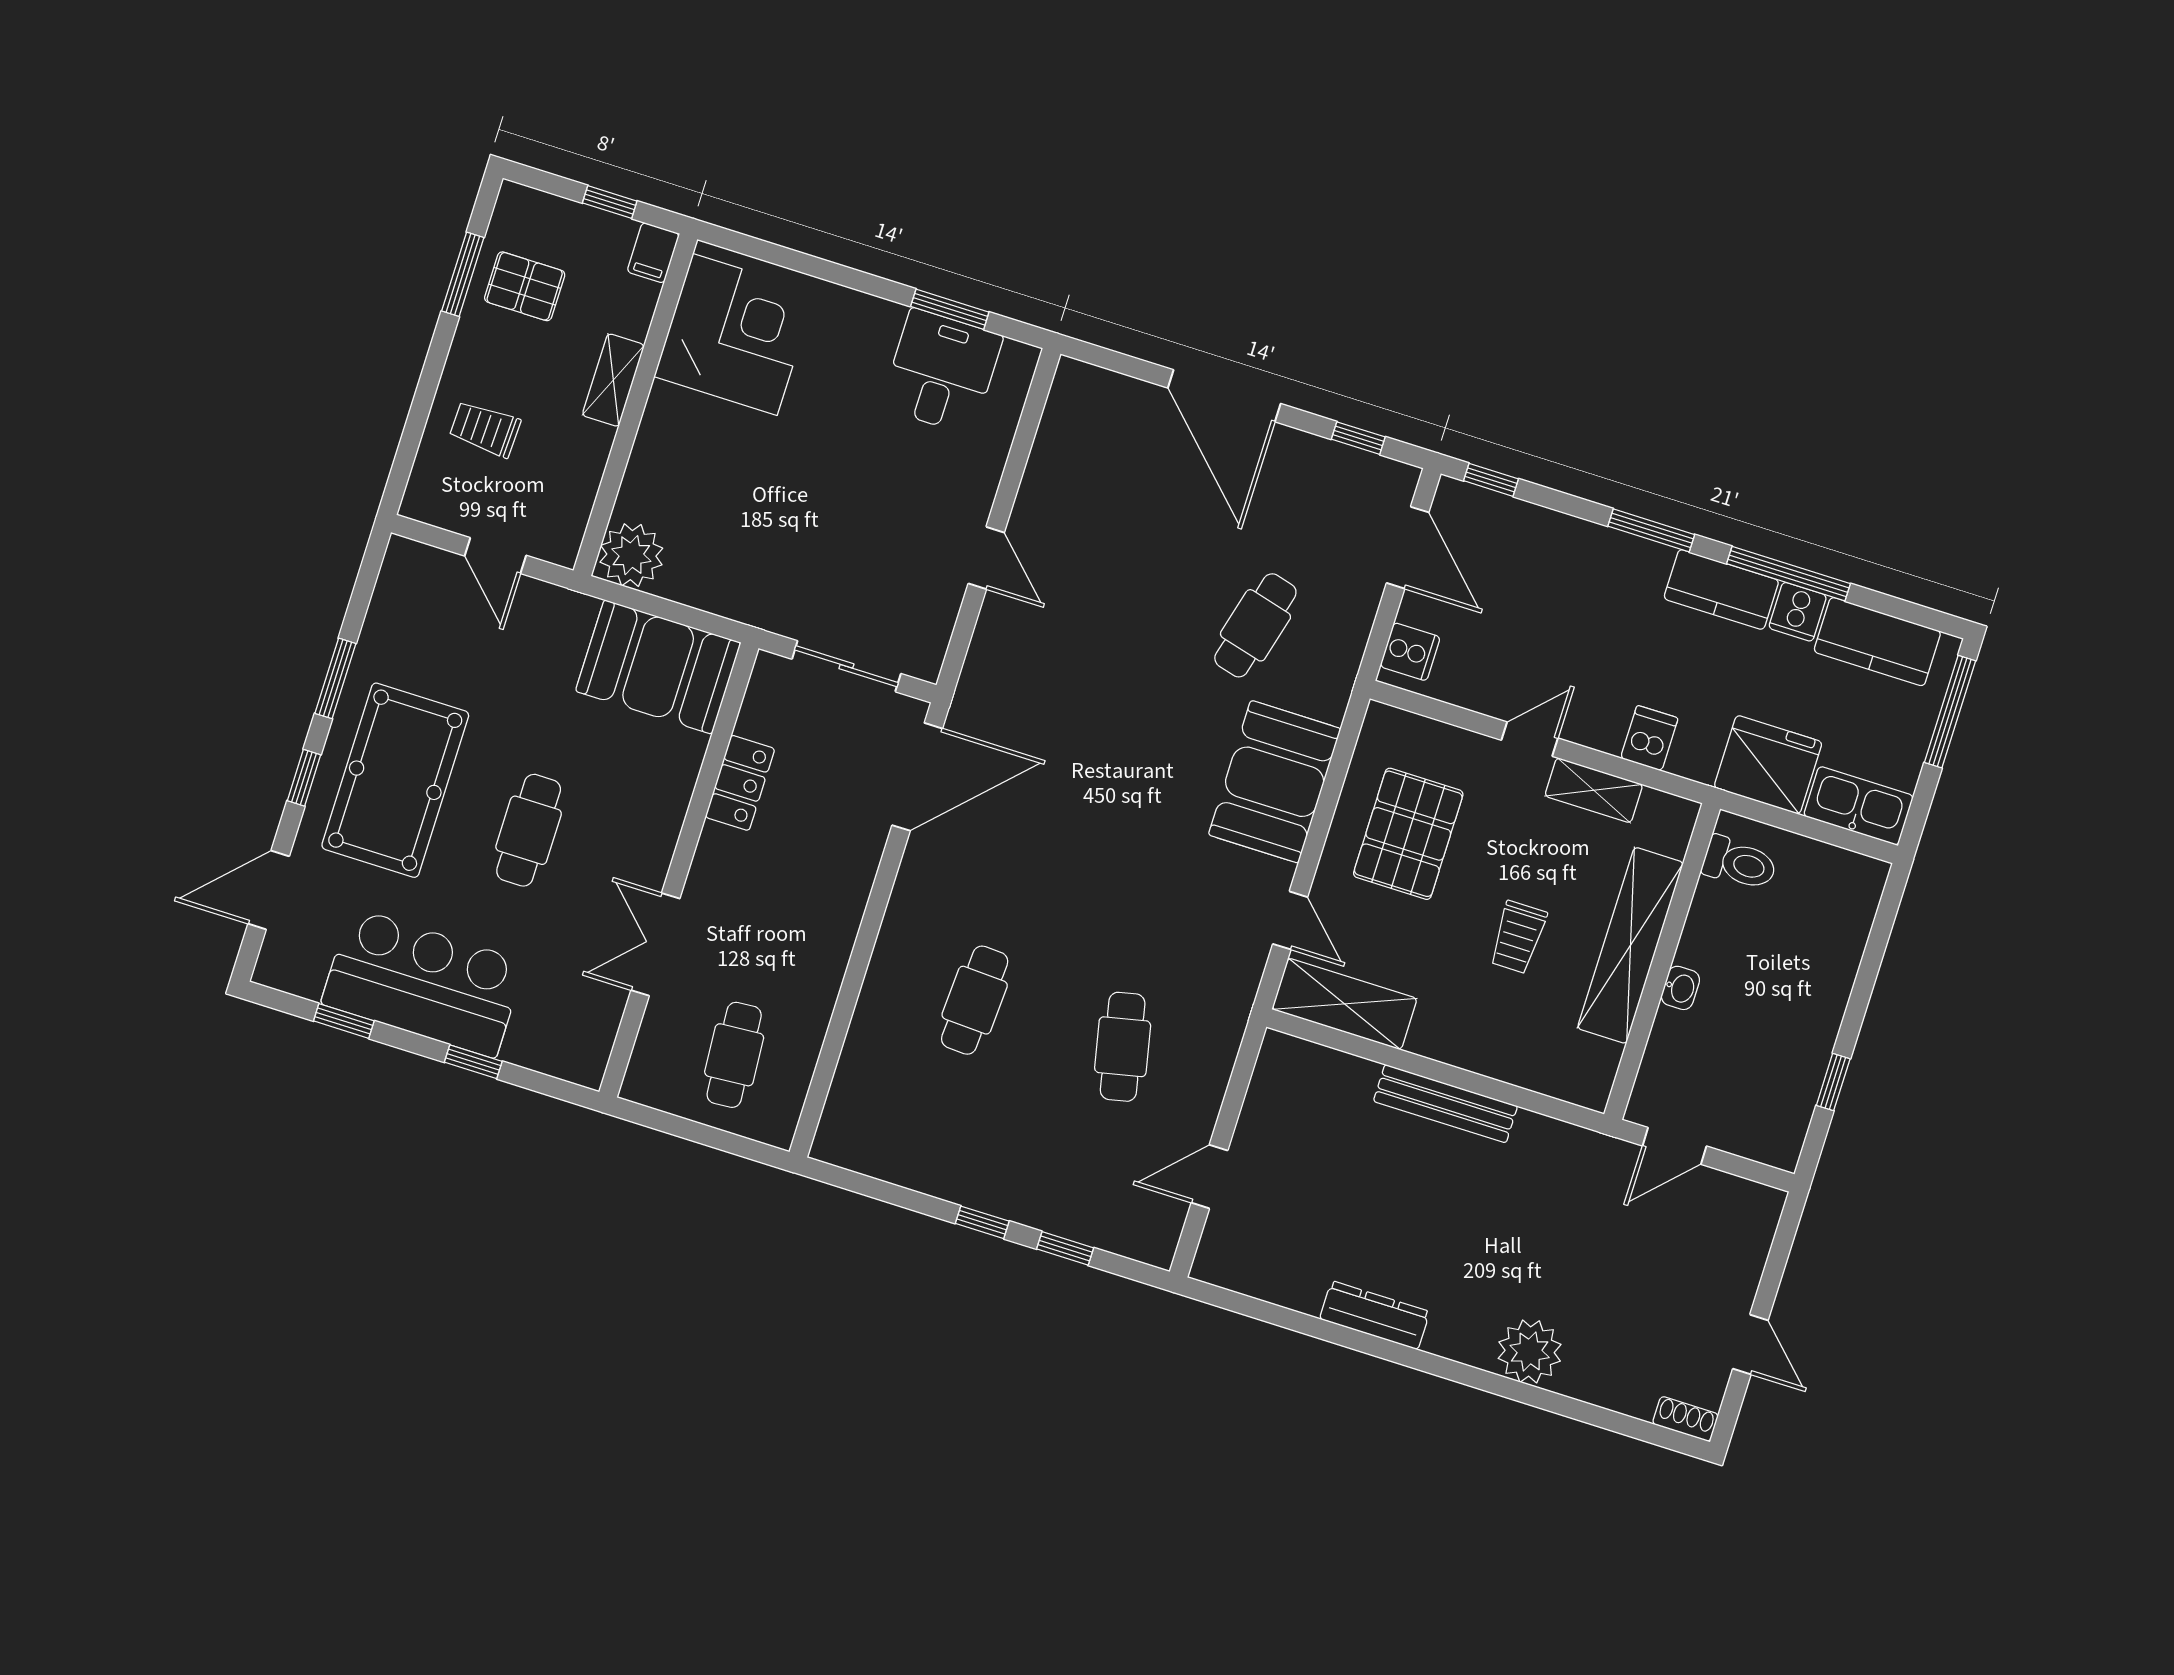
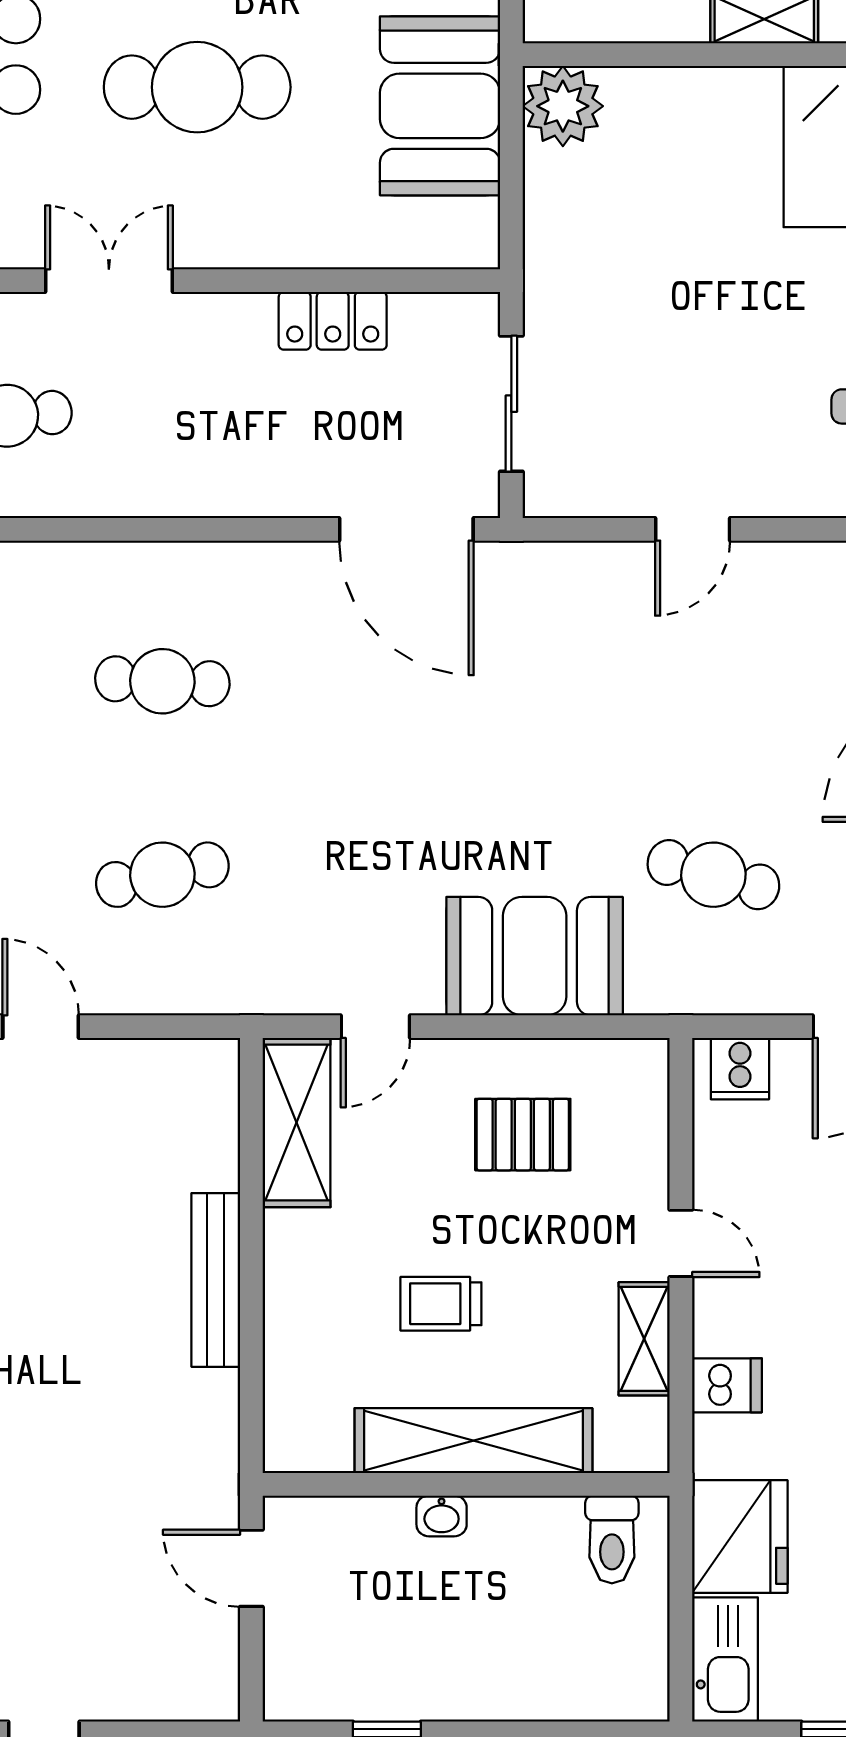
booth: (658, 667) -> (440, 106), moved
cafe table: (529, 830) -> (197, 87), width x1.37, depth x1.35
pallet: (1408, 834) -> (523, 1135), width x0.67, depth x0.71

